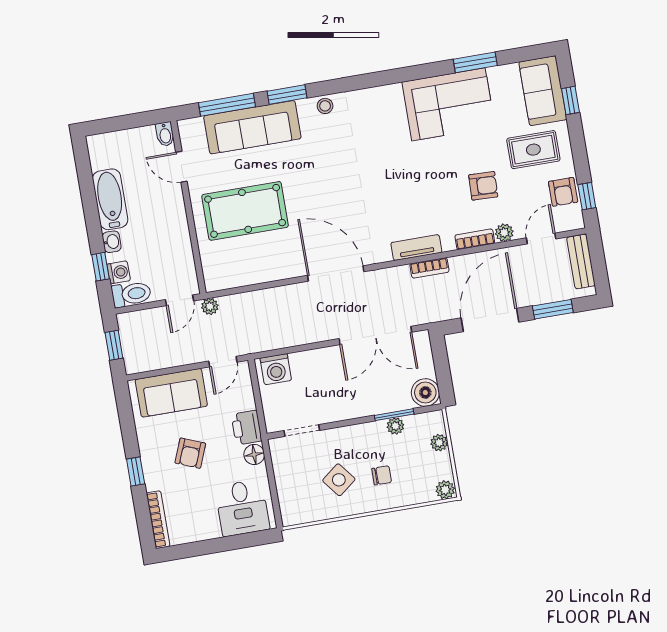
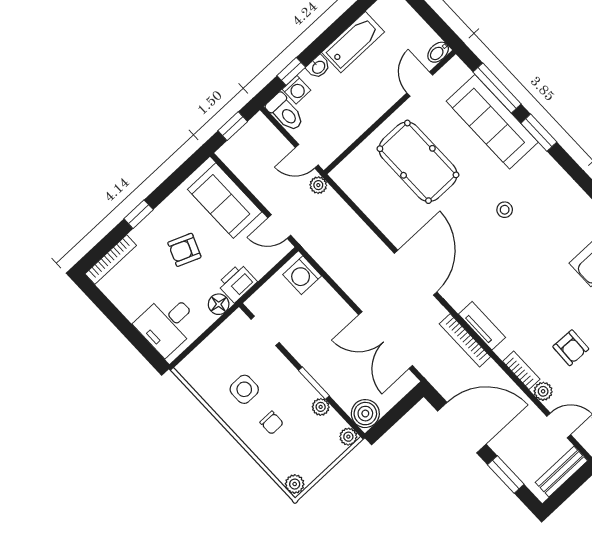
stool: (325, 106) -> (505, 210), moved
bookcase: (429, 268) -> (465, 340), width x1.56
window: (394, 415) -> (314, 383), moved
plant: (439, 443) -> (348, 437), moved
side table: (339, 480) -> (244, 389), turned 38

